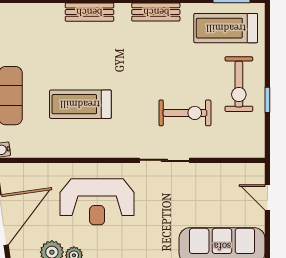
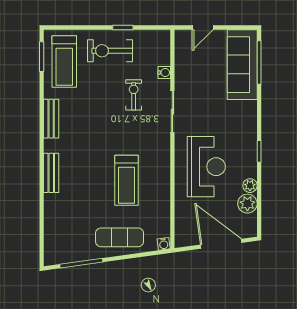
exercise bike: (239, 84) -> (110, 51), turned 180
exercise bike: (185, 113) -> (134, 95), width x0.73, depth x0.72
water cooler: (212, 150) -> (164, 73), added

